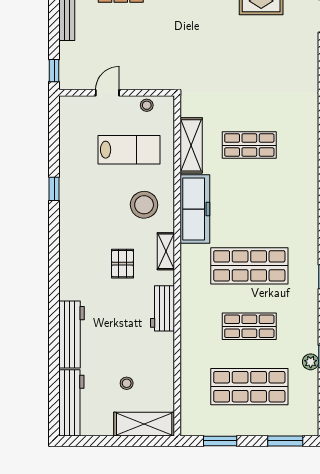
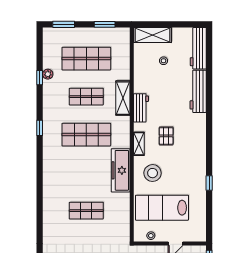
shelving: (191, 145) -> (123, 98), moved
lab bench: (129, 150) -> (162, 208), width x1.36, depth x1.39

